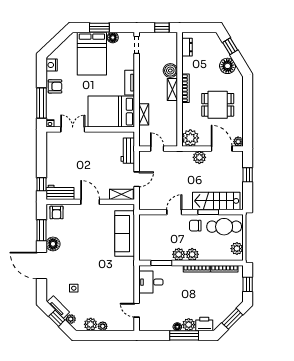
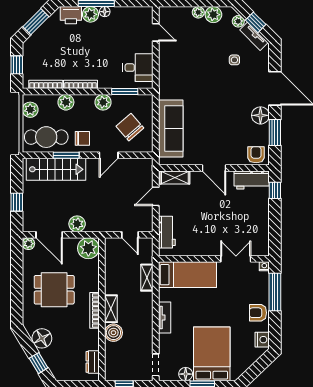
bed: (111, 112) -> (187, 275), width x0.67
double door: (73, 129) -> (236, 259), swing flipped
chair: (157, 235) -> (130, 127), added
plant: (192, 254) -> (66, 102), moved

